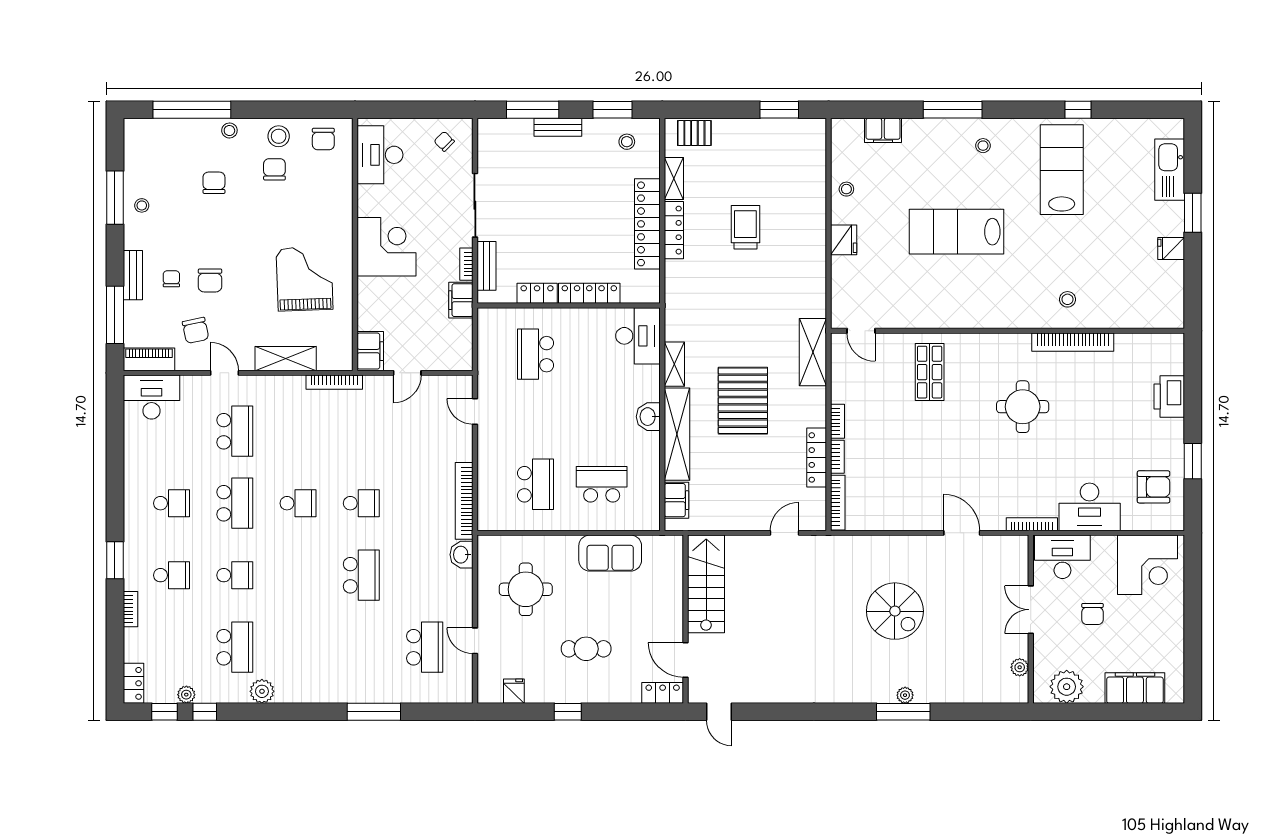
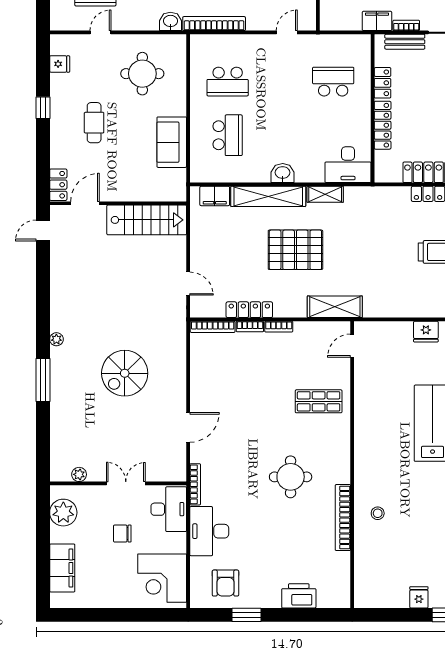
plant: (905, 695) -> (56, 339), moved

